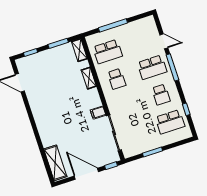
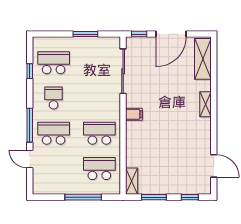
shelving: (89, 78) -> (205, 104), moved
school desk: (117, 79) -> (99, 133), width x1.85
filing cabinet: (98, 113) -> (134, 114), moved
door: (86, 174) -> (171, 34), hinge flipped

